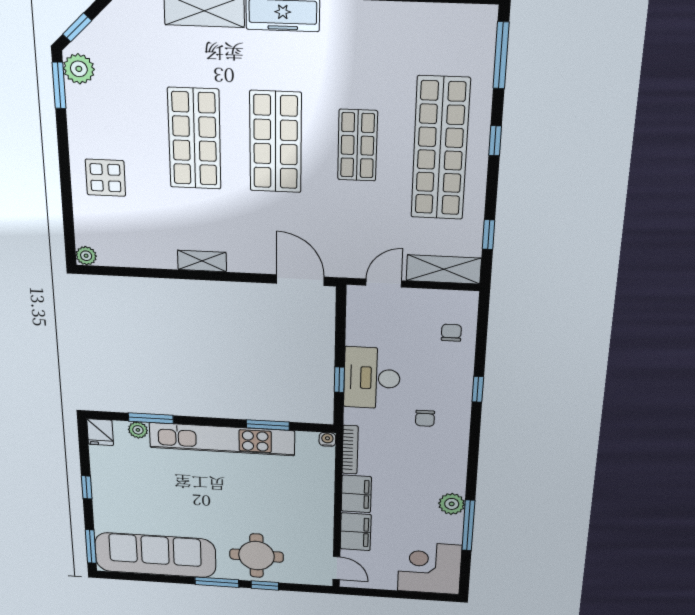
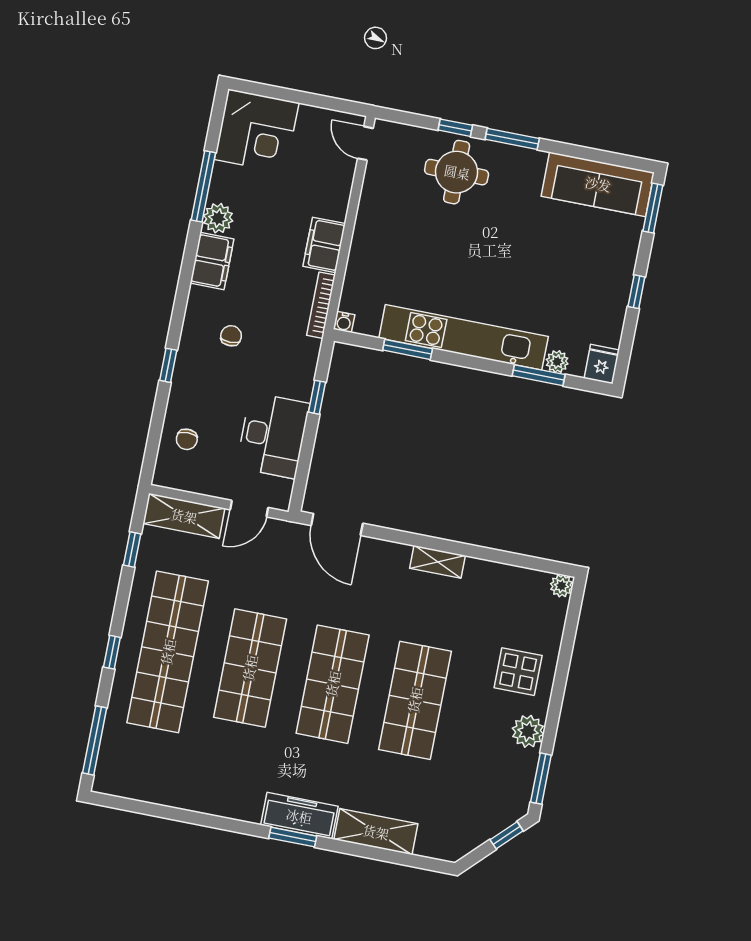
plant: (79, 69) -> (528, 731), moved
shop shelf: (357, 145) -> (250, 668), width x1.43, depth x1.36
desk: (372, 378) -> (273, 435), moved
filing cabinet: (356, 532) -> (212, 261), moved, turned 180
sofa: (155, 555) -> (598, 184), width x0.74, depth x0.79

